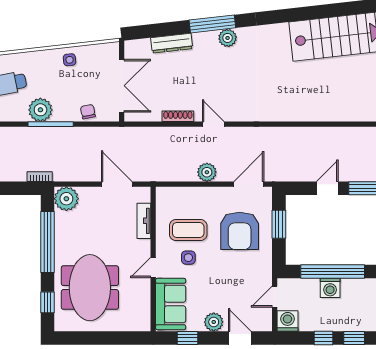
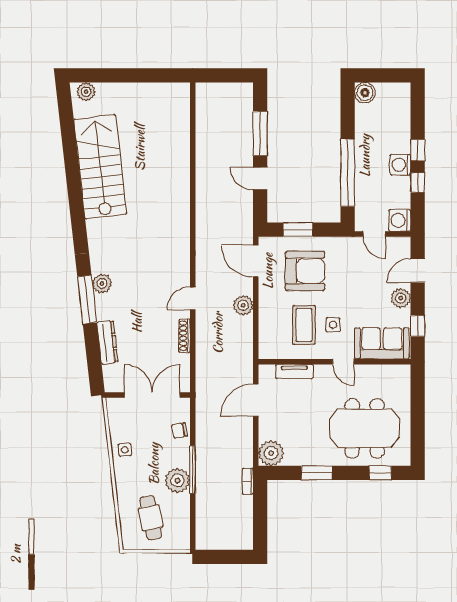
window: (48, 242) -> (317, 473), width x0.47
washing machine: (330, 288) -> (400, 165), moved, turned 180

